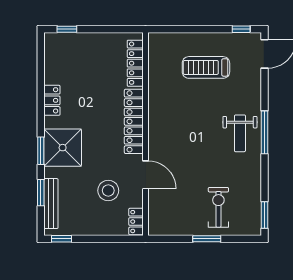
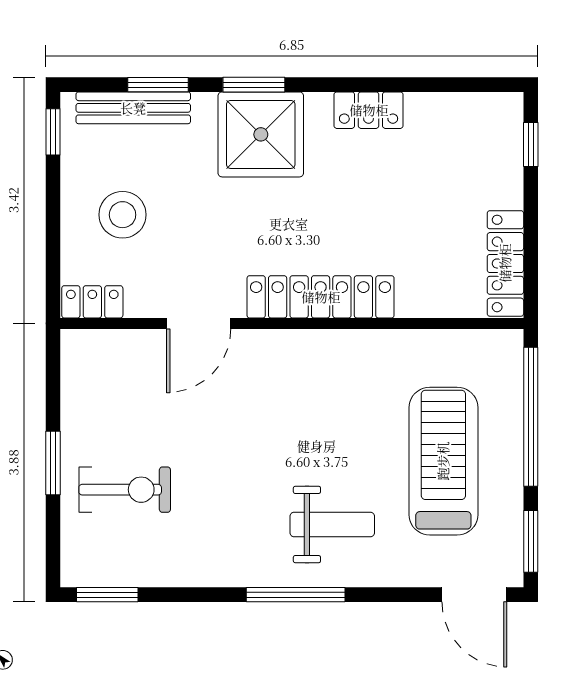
window: (186, 29) -> (531, 417), added
window: (241, 29) -> (531, 541), width x1.50
locker: (135, 63) -> (505, 263), moved, turned -90
treadmill: (206, 67) -> (443, 461), width x1.37, depth x1.38
weight bench: (240, 133) -> (332, 524), moved, turned 180
stool: (108, 191) -> (123, 215), moved

